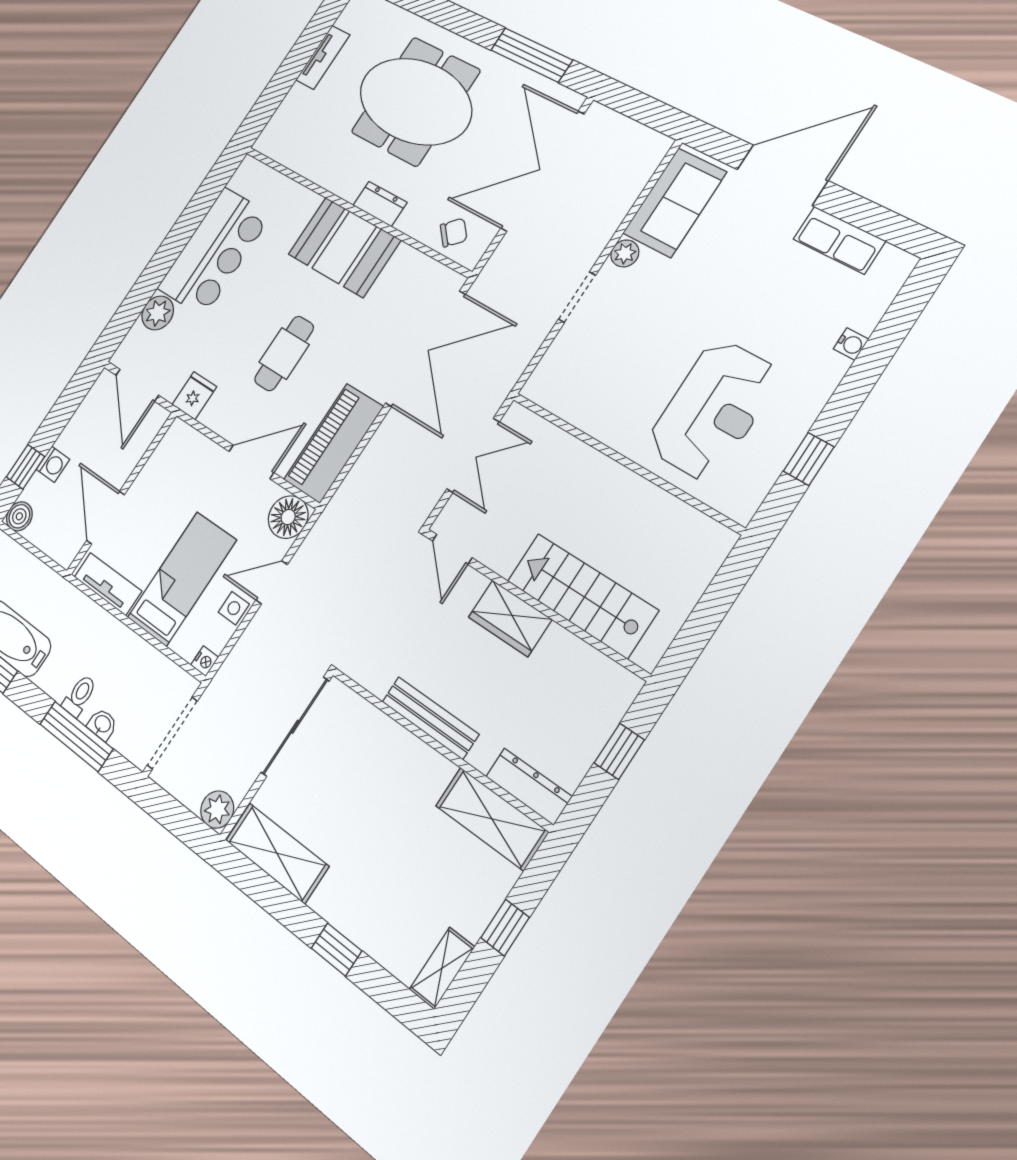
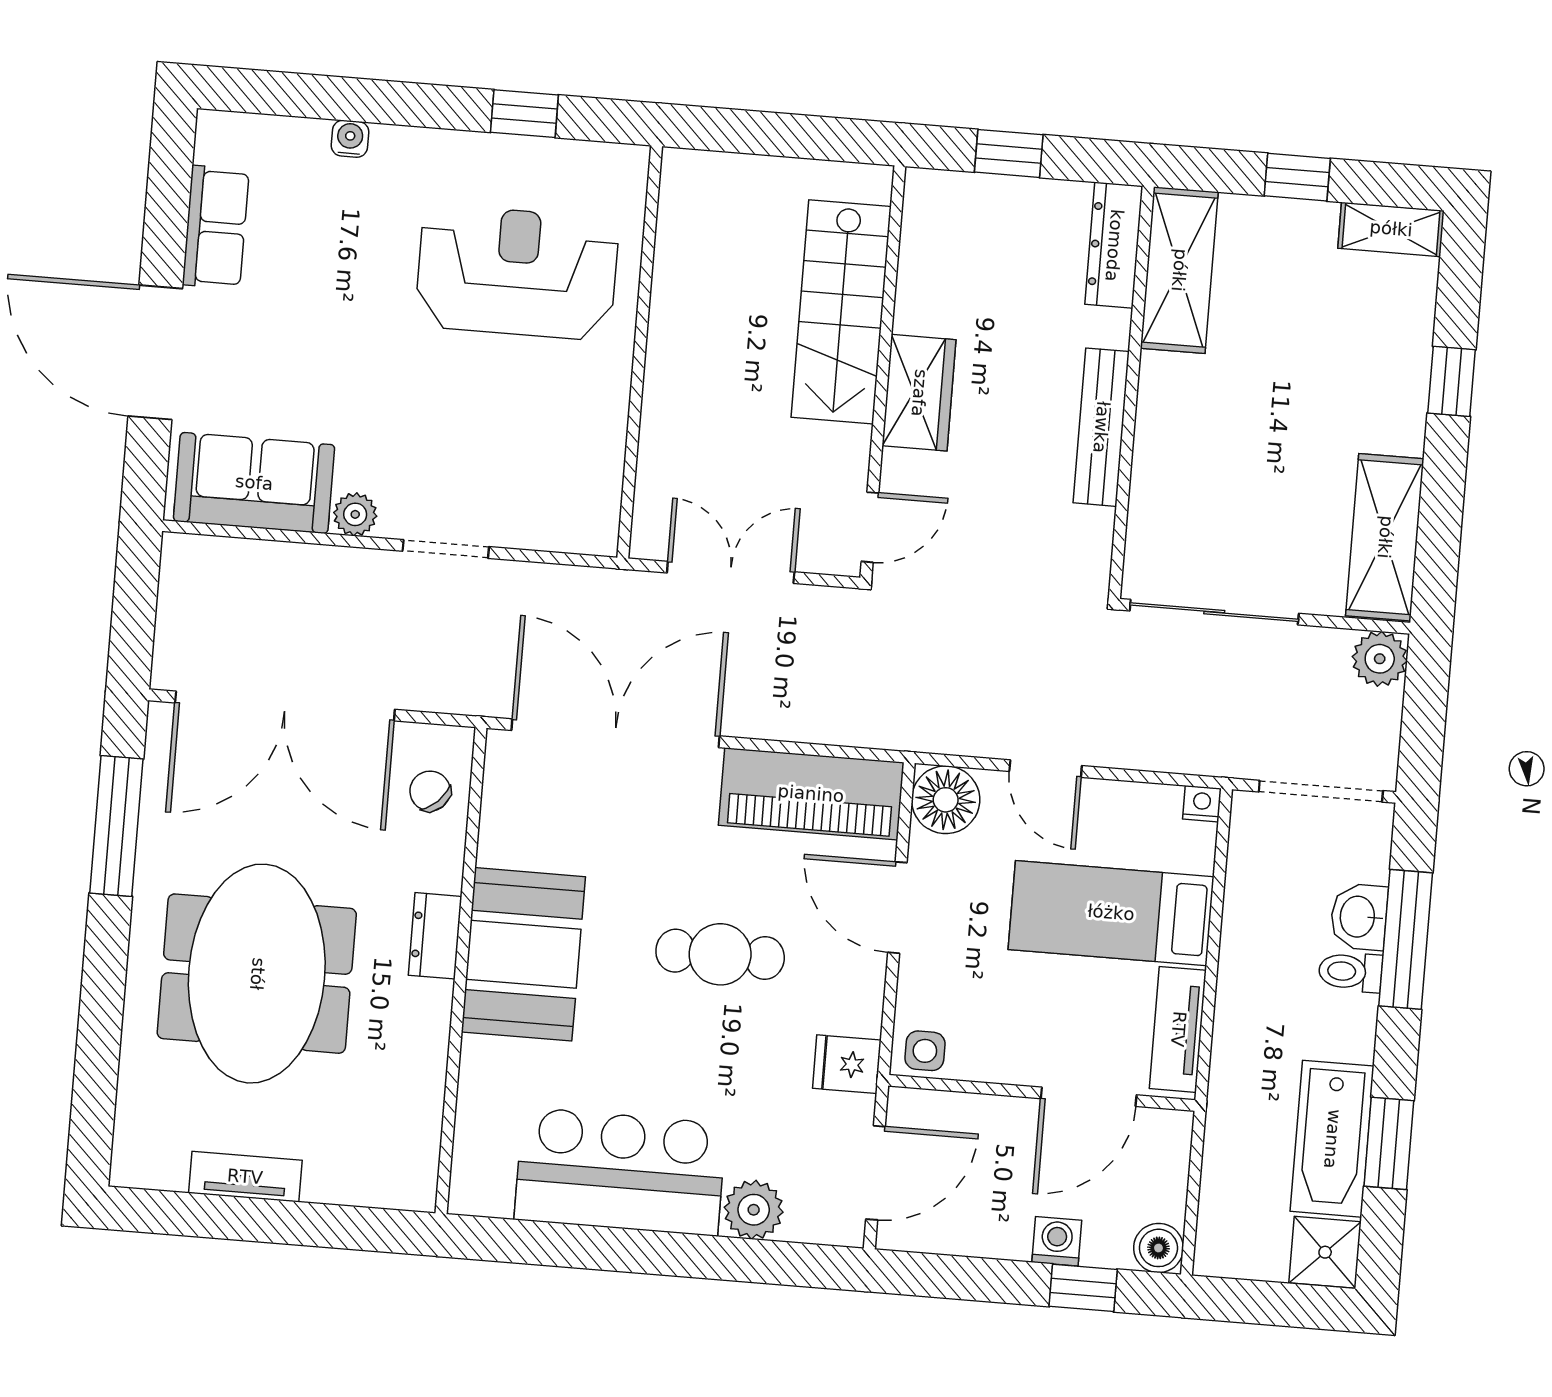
side table: (234, 608) -> (925, 1051), moved
washbasin: (102, 724) -> (1359, 917), width x1.38, depth x1.45

